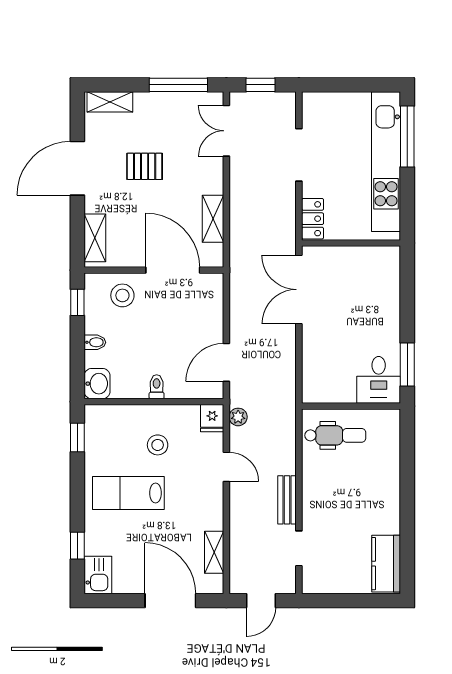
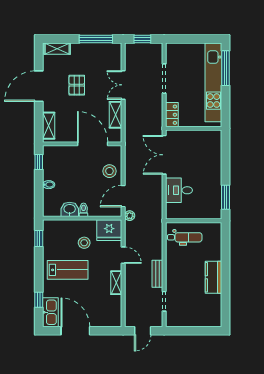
double door: (226, 131) -> (123, 85), moved
pallet: (145, 166) -> (77, 85), turned 90
stool: (122, 295) -> (109, 171), moved
desk: (379, 380) -> (179, 190), moved, turned 90
washbasin: (97, 384) -> (70, 209), moved, turned -90
plant: (238, 417) -> (130, 216), moved
fridge: (212, 418) -> (109, 230), width x1.88, depth x1.34
lab bench: (128, 493) -> (68, 270), turned 180
shelving: (214, 552) -> (116, 283), moved
kitchen counter: (386, 564) -> (213, 277), moved
kitchen sink: (98, 575) -> (50, 312), width x1.38
door: (170, 601) -> (75, 331), moved

